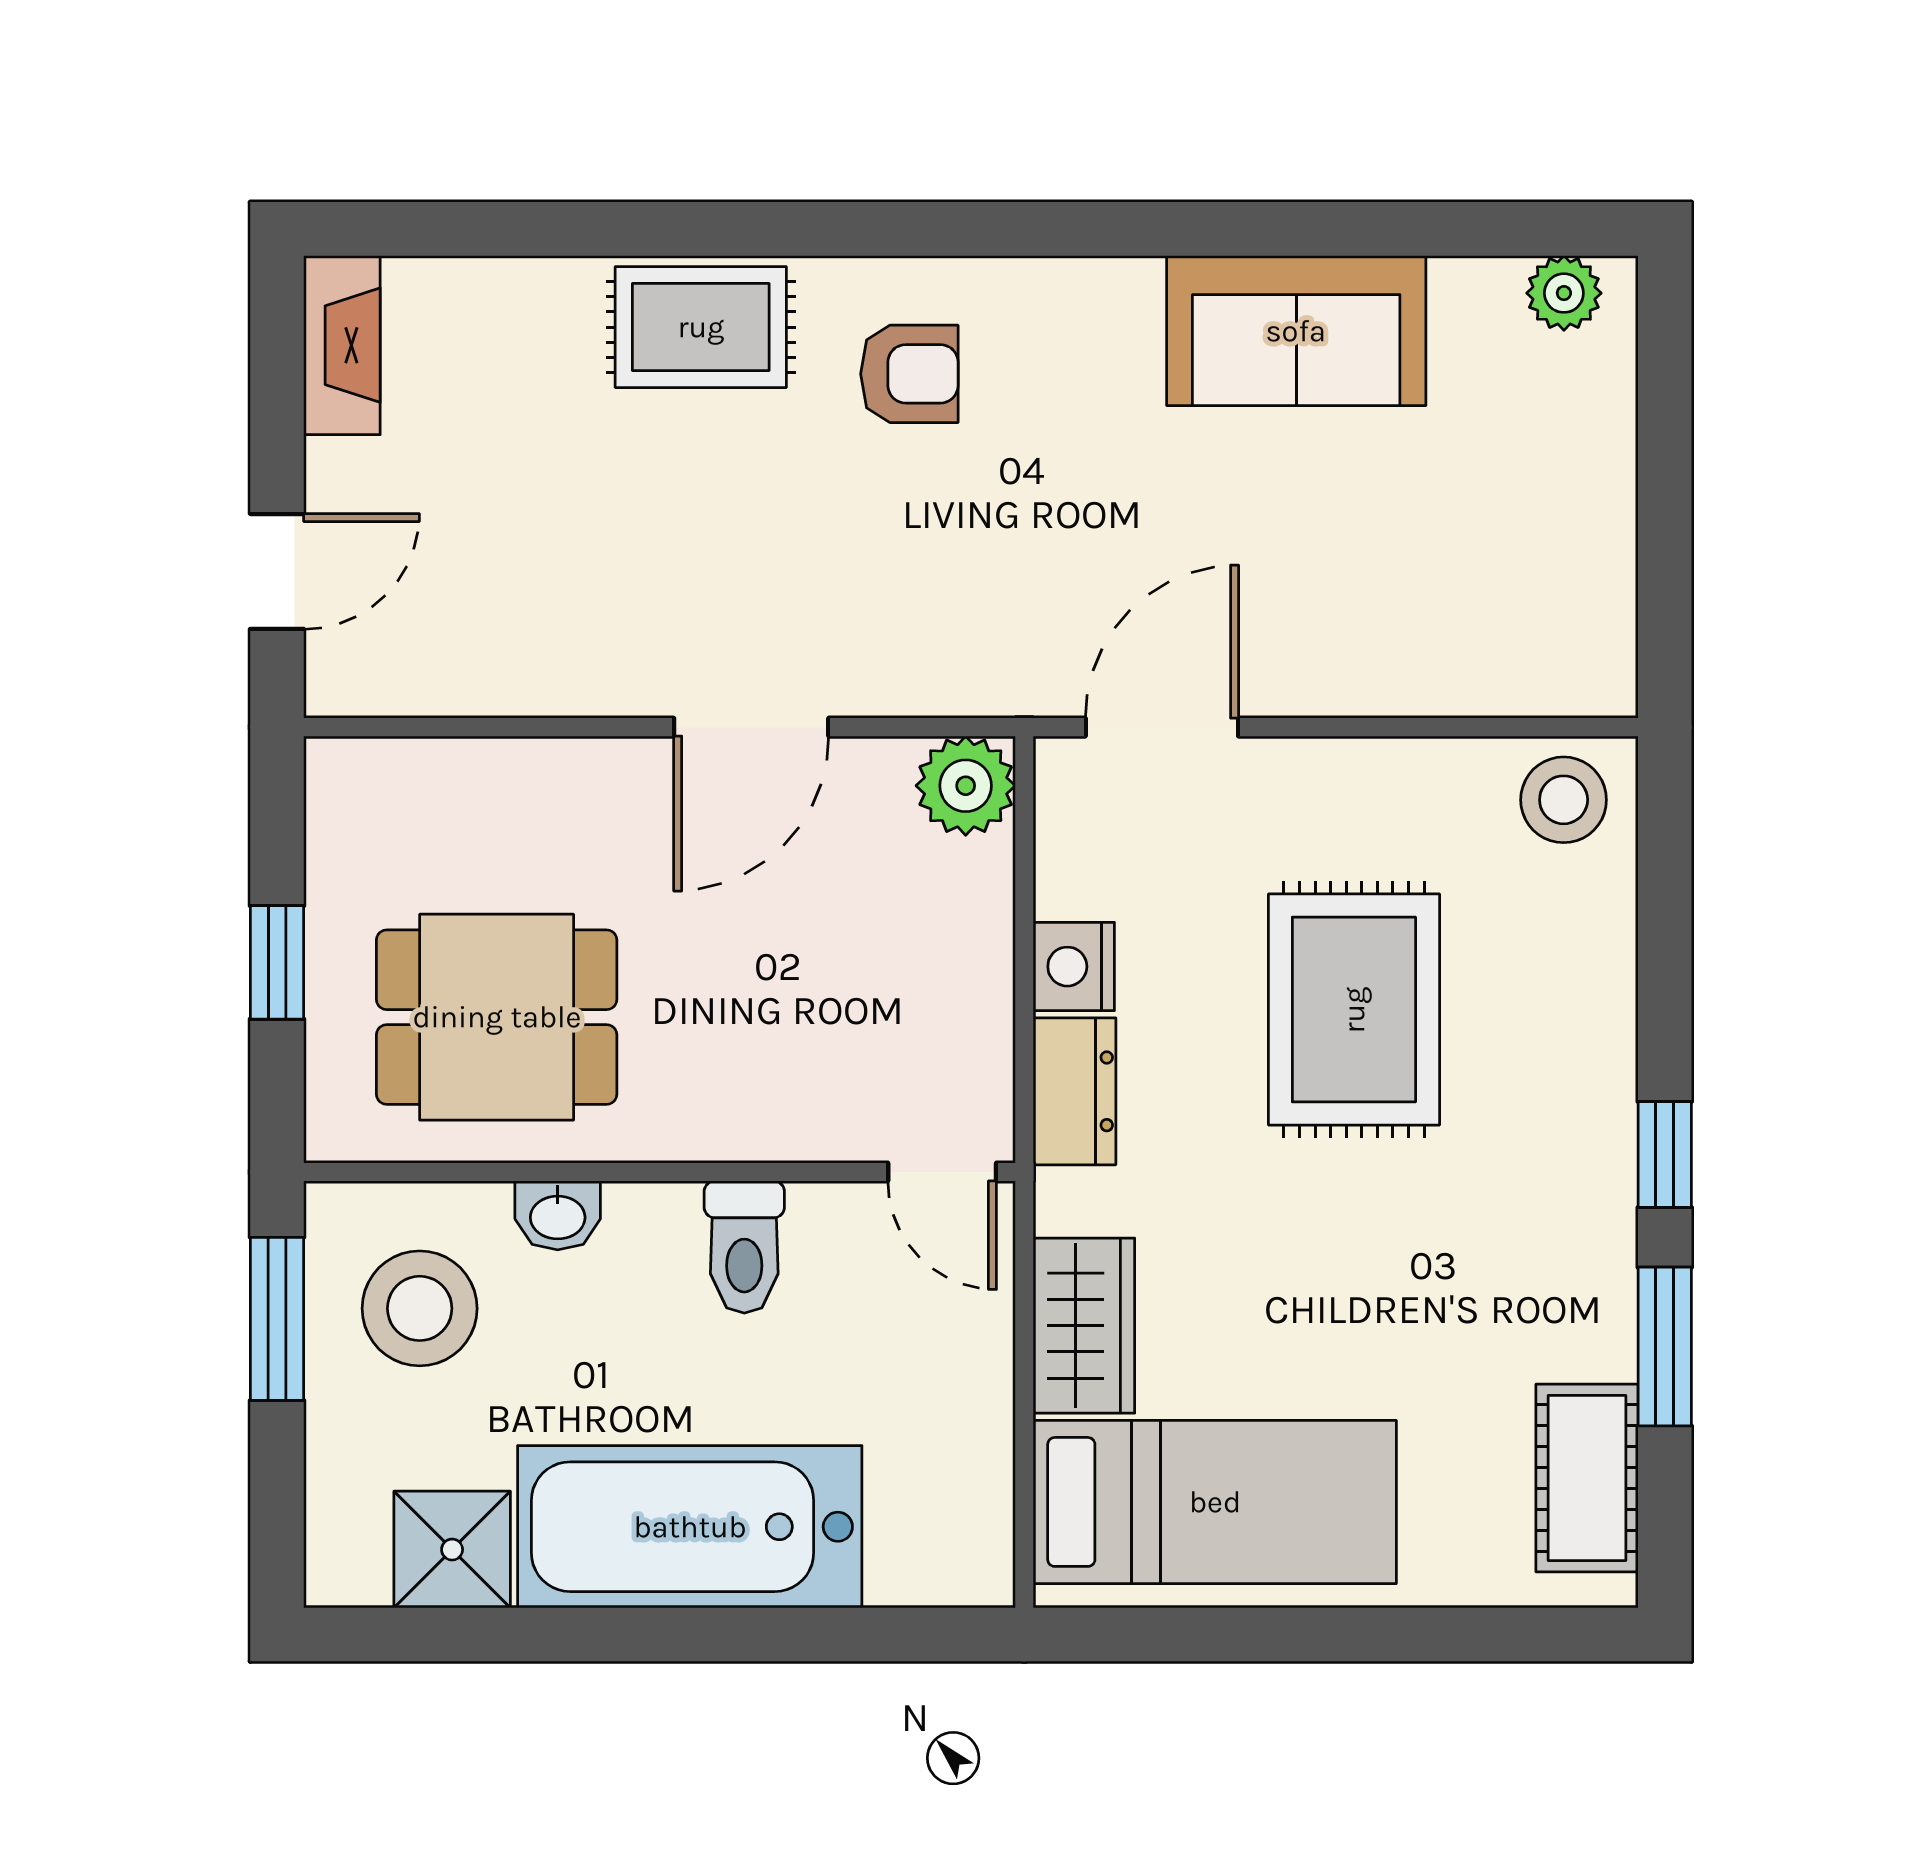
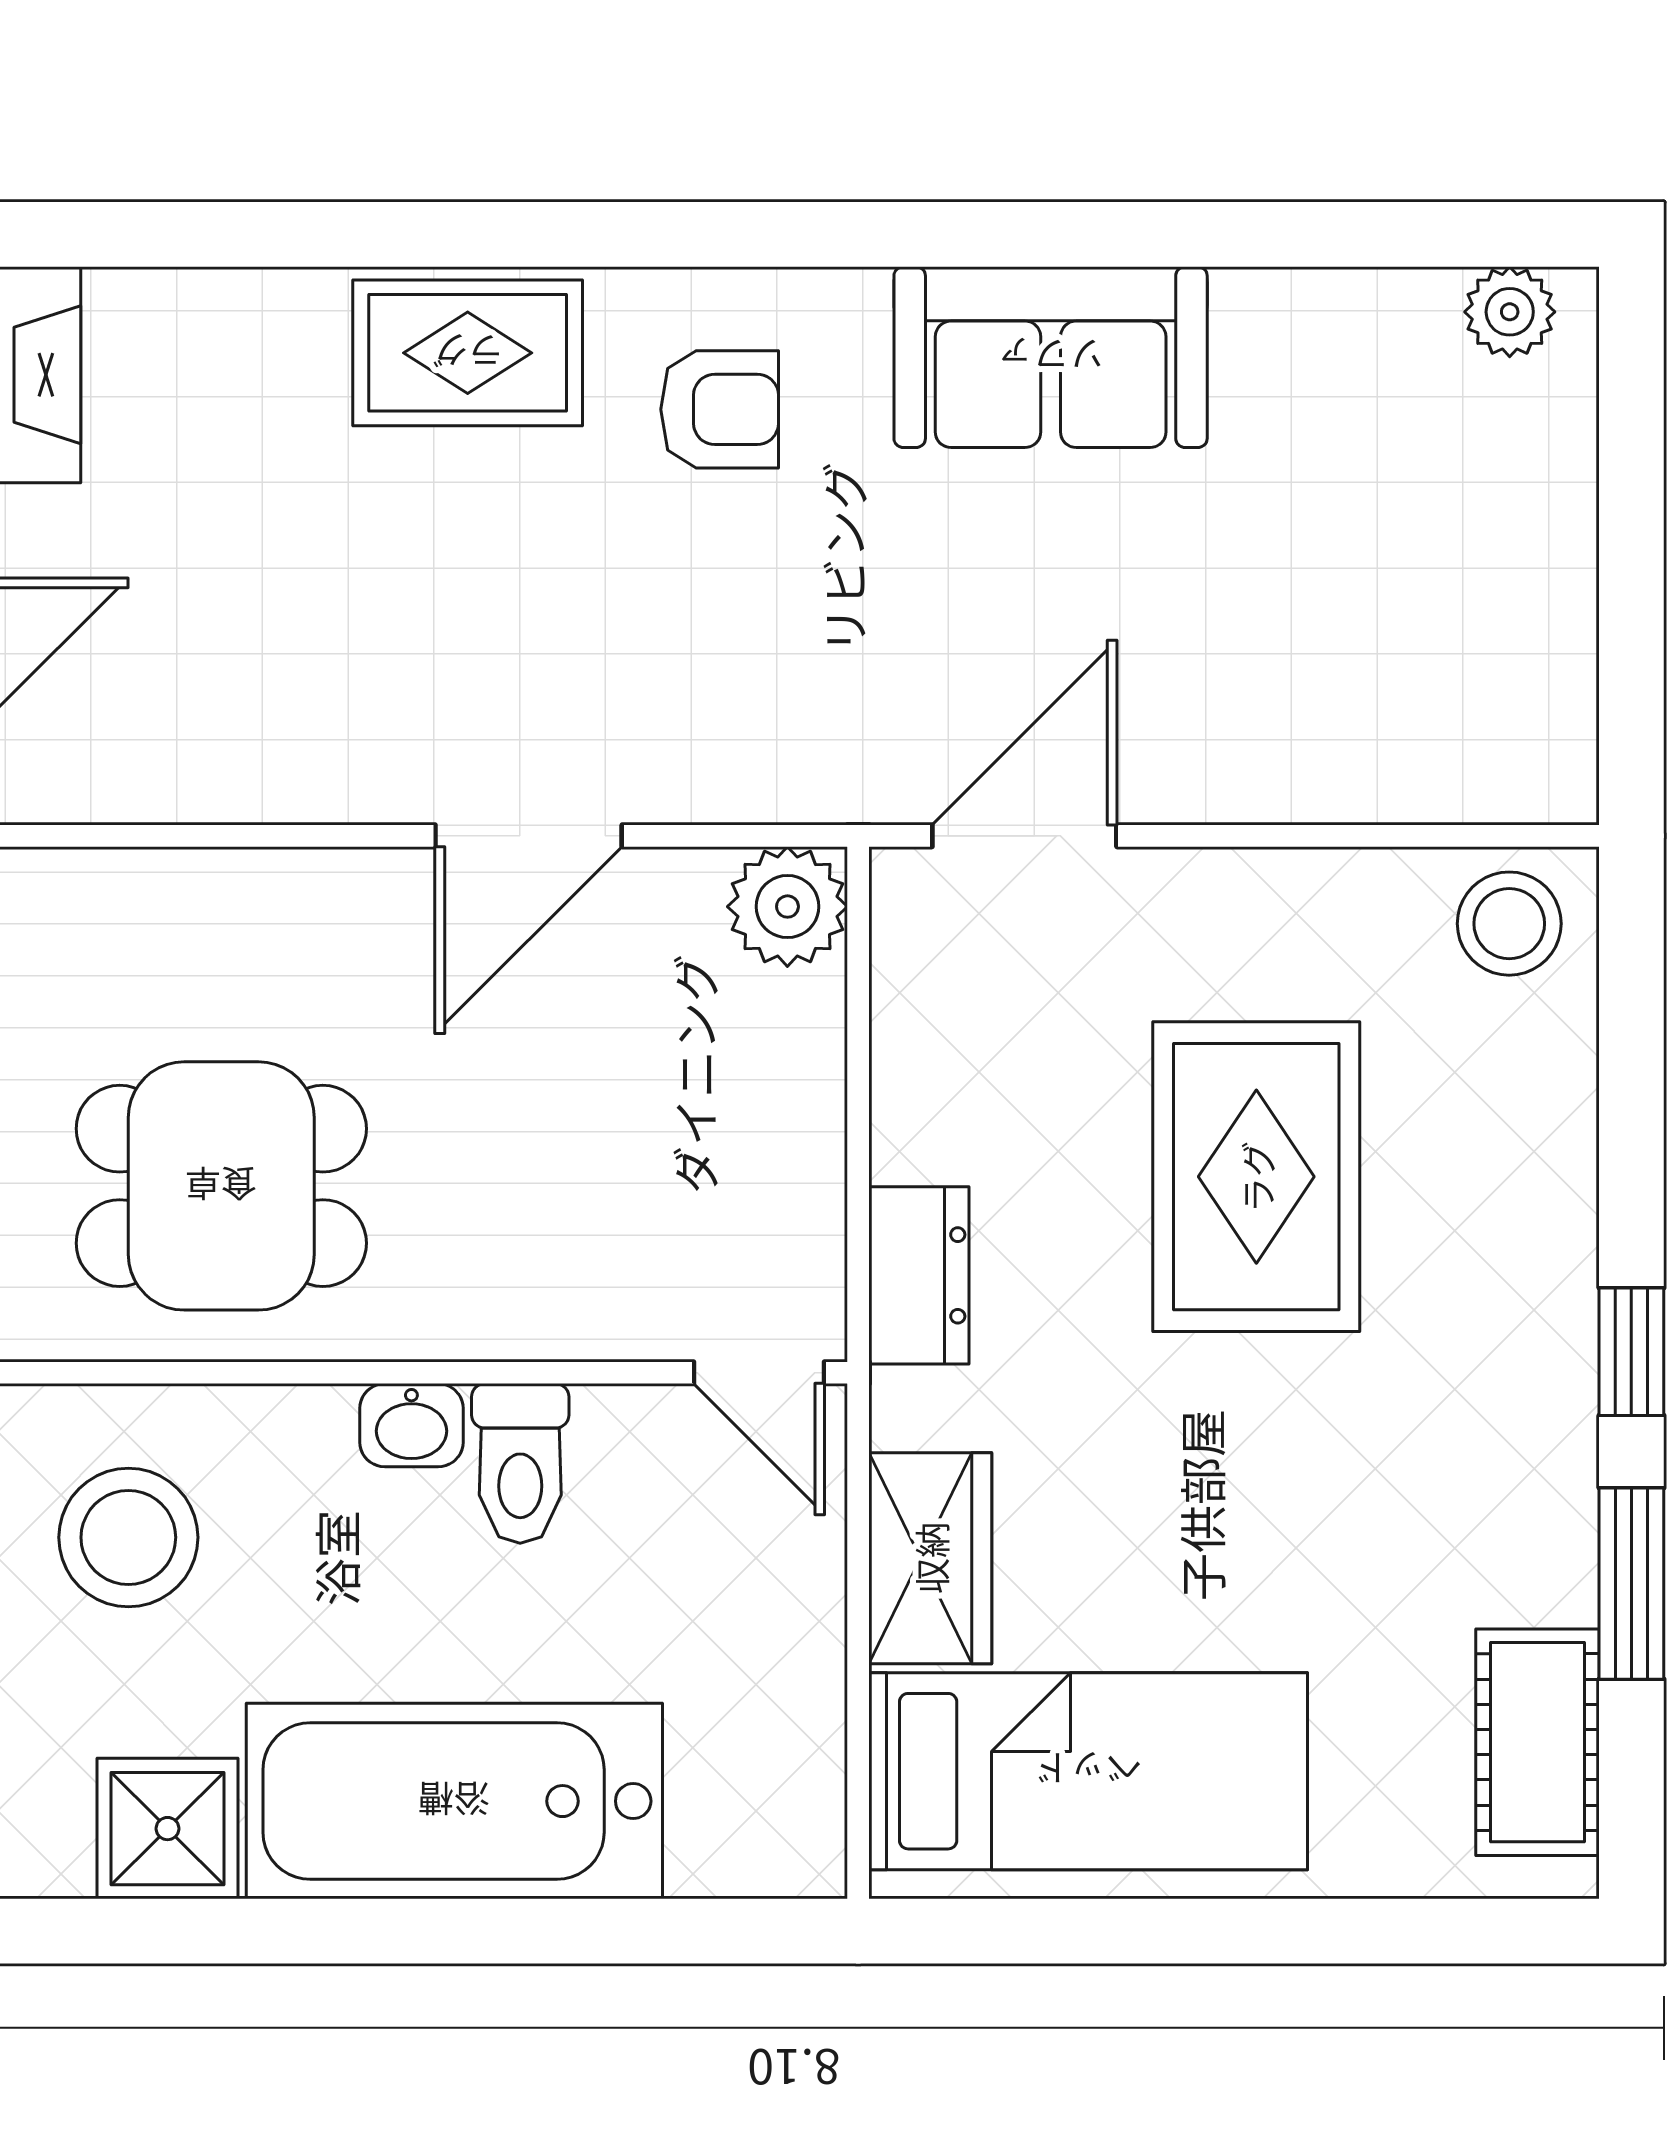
sofa: (1296, 331) -> (1051, 357), moved
nightstand: (1074, 967) -> (918, 1125), removed
washbasin: (558, 1215) -> (411, 1425), moved

